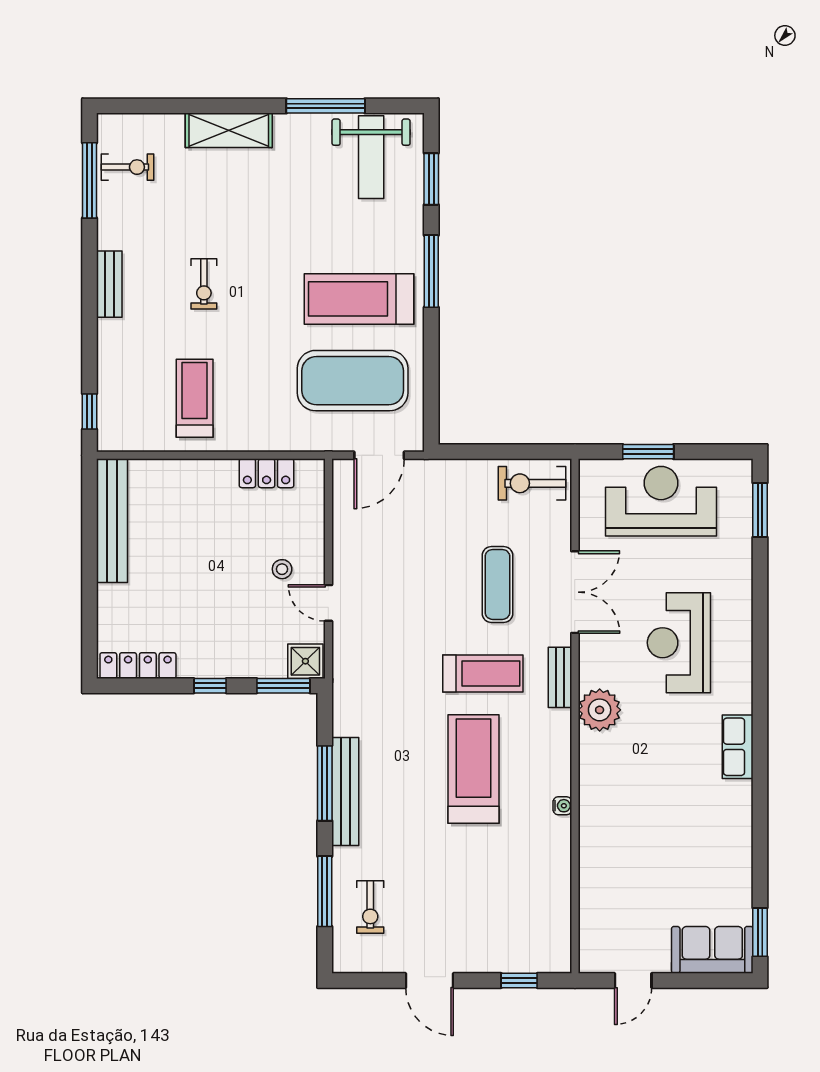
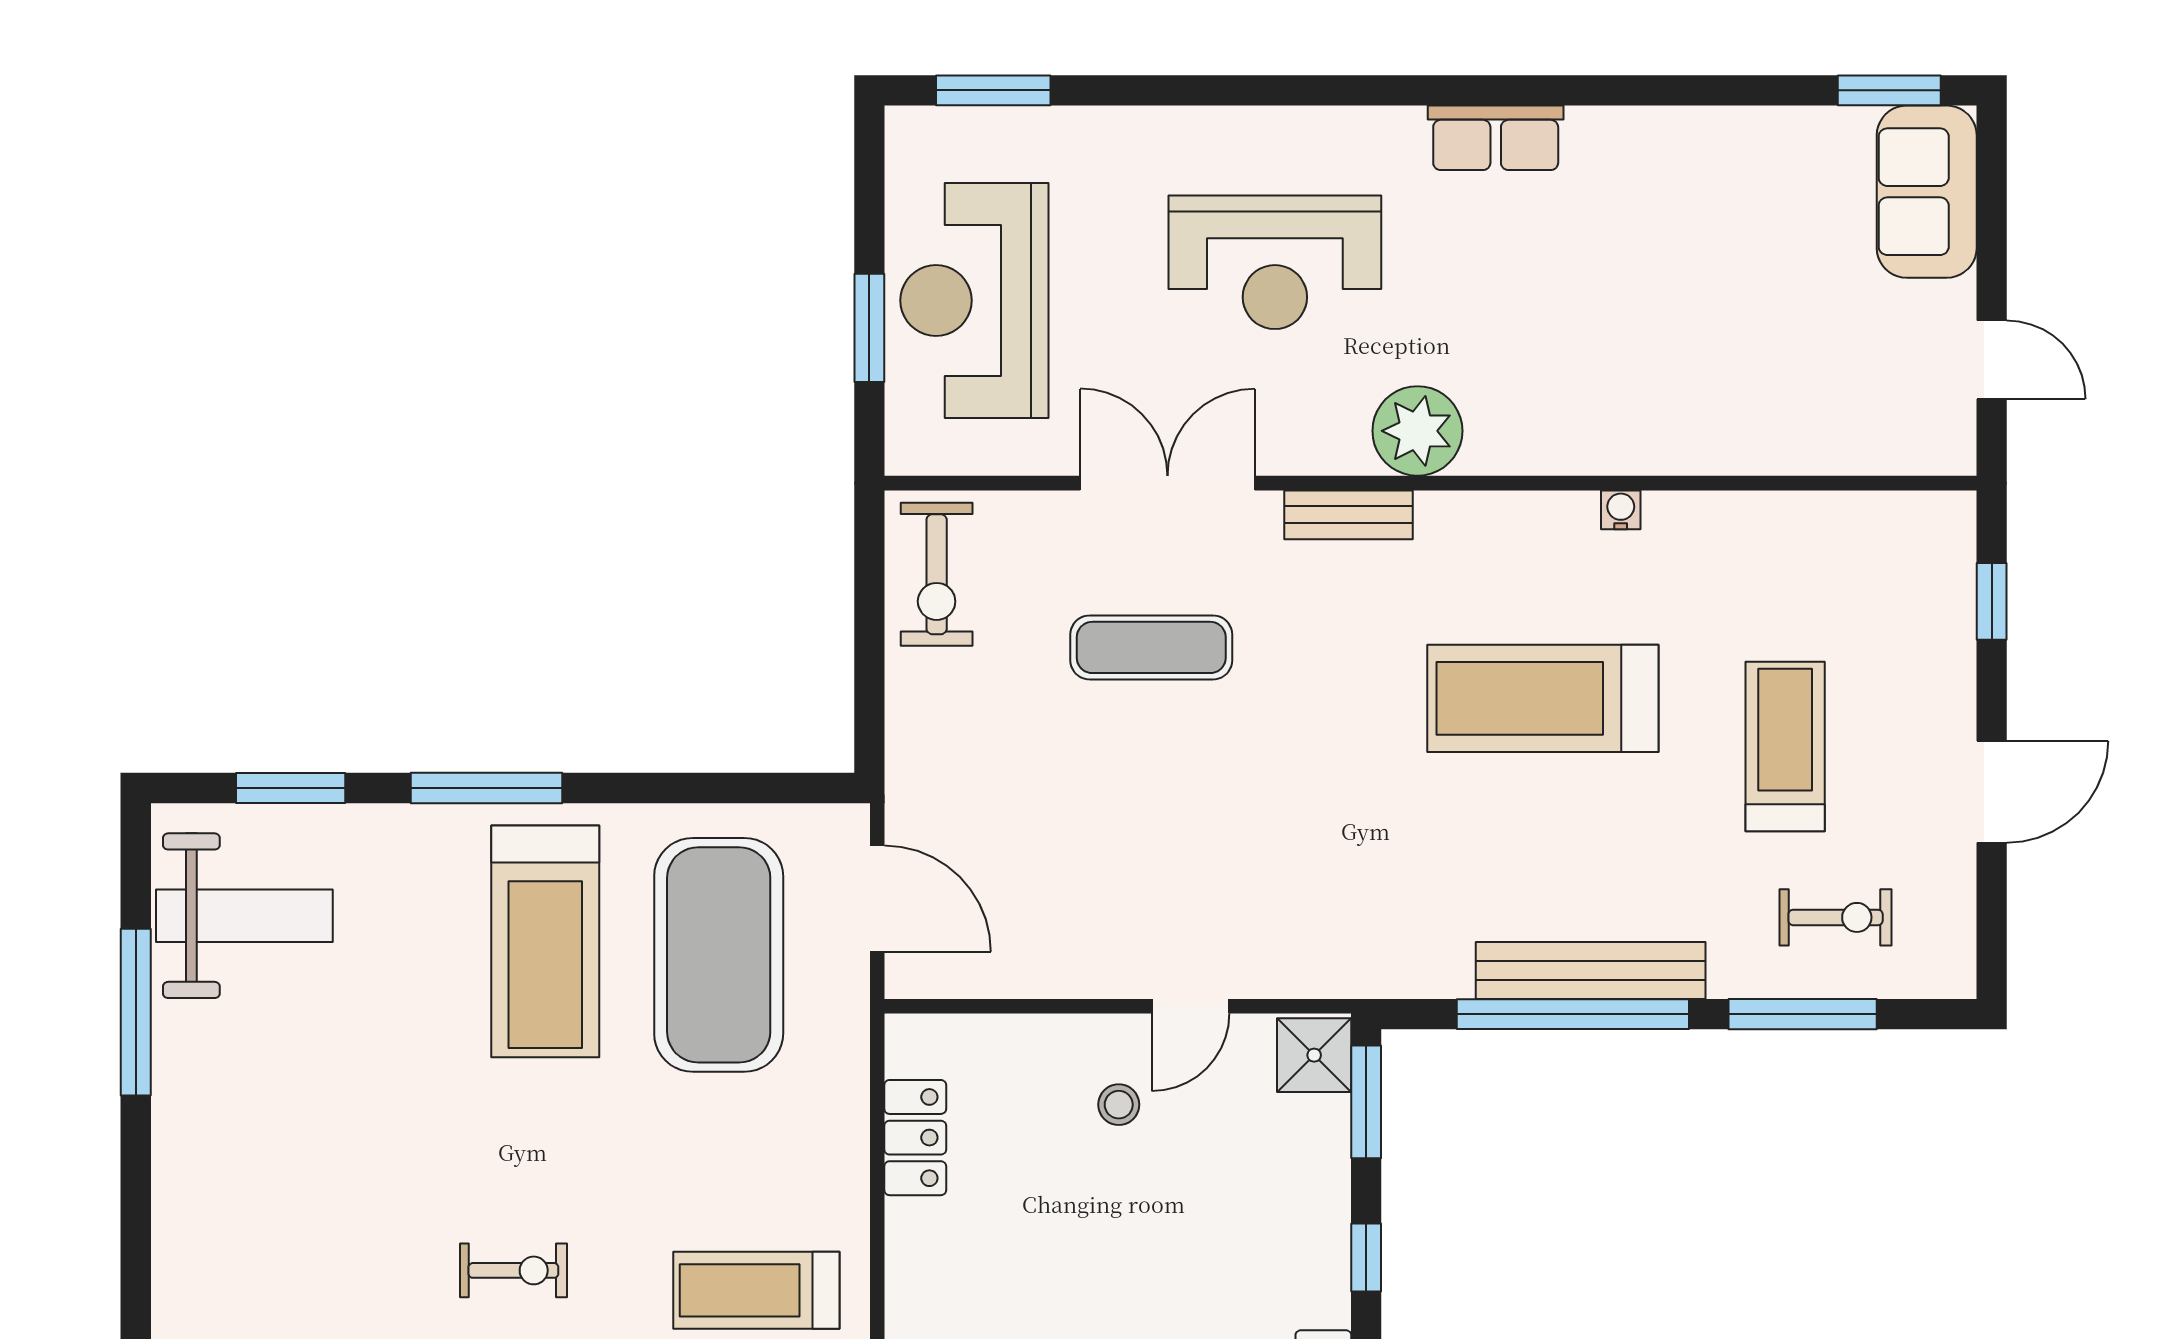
shelving: (229, 130) -> (188, 1218), removed
treadmill: (483, 673) -> (1785, 747), moved
window: (325, 783) -> (1573, 1014), width x1.46

